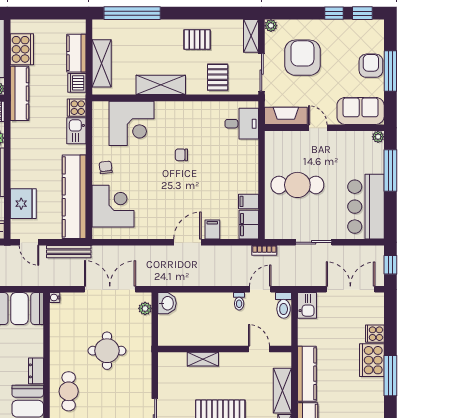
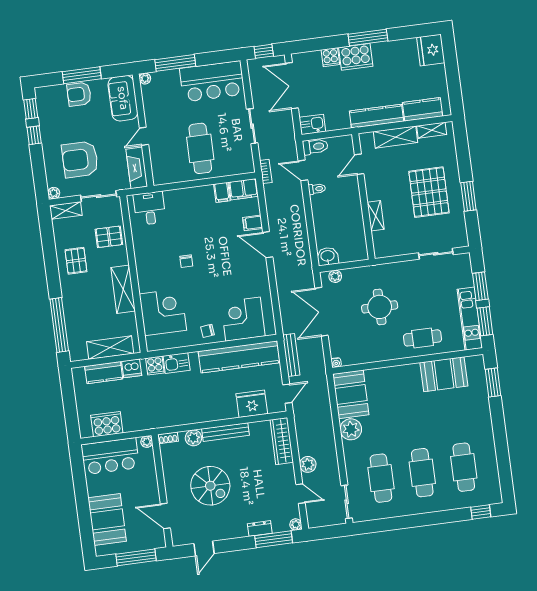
kitchen counter: (20, 93) -> (149, 421), removed
dresser: (36, 371) -> (407, 371), removed

